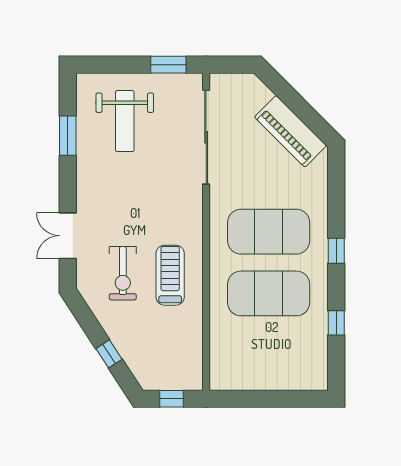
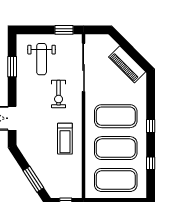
exercise bike: (123, 273) -> (59, 94), moved
treadmill: (170, 275) -> (65, 139), turned 180
window: (109, 354) -> (33, 179), width x2.17
exercise mat: (269, 355) -> (116, 180), added

